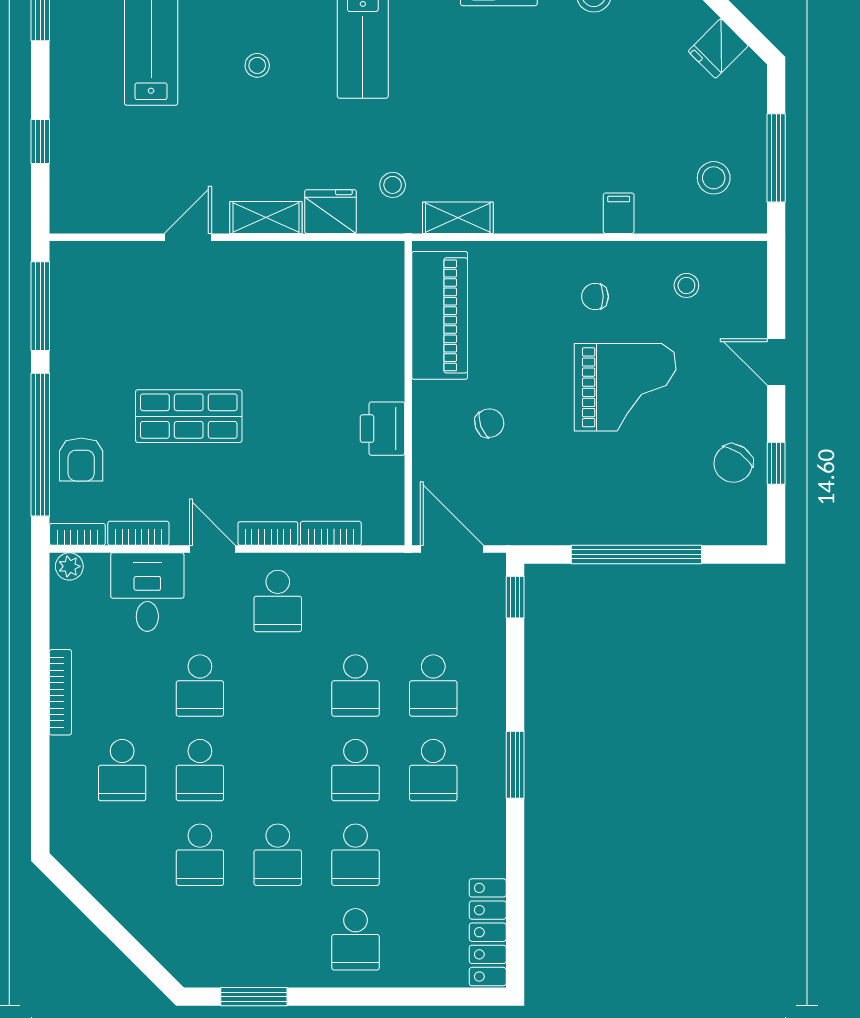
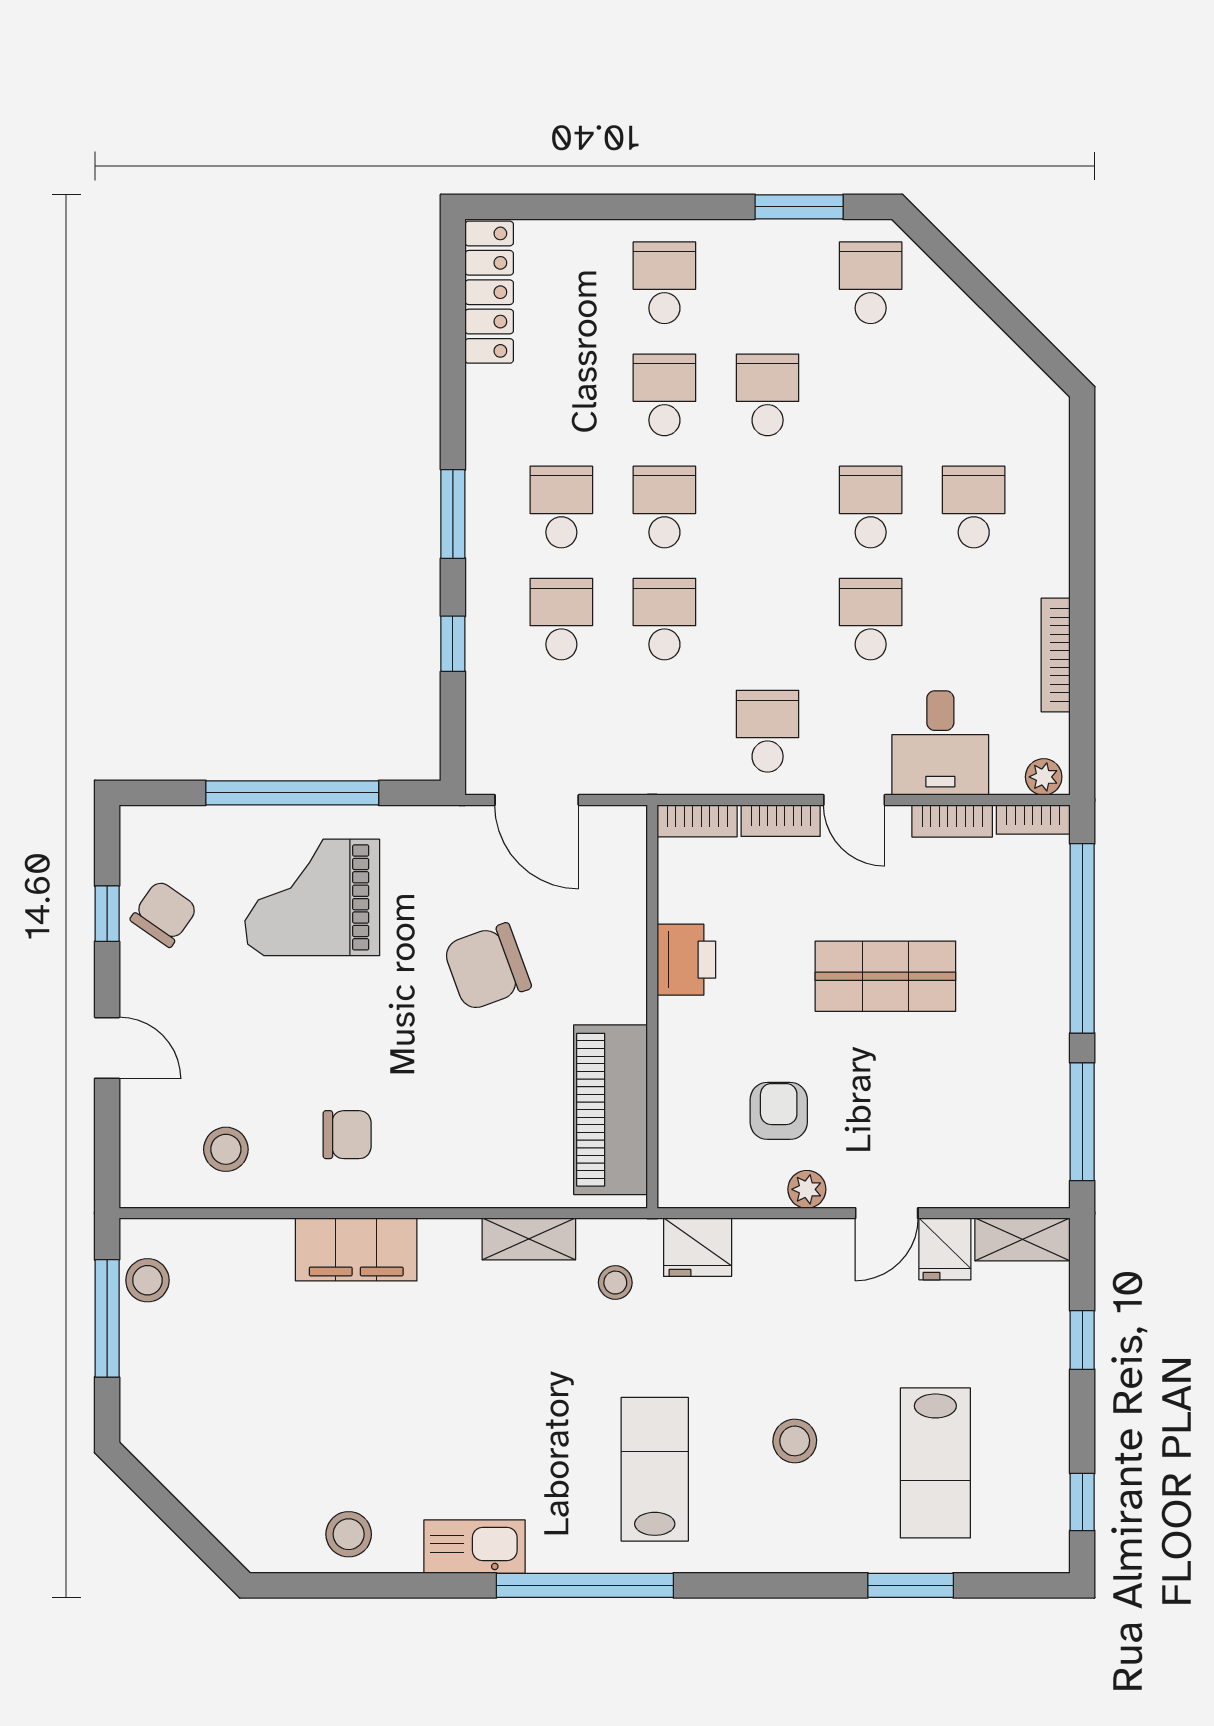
fridge: (718, 48) -> (945, 1249), moved, turned 135
stool: (257, 65) -> (795, 1441), width x1.37, depth x1.37
stool: (714, 178) -> (147, 1280), moved
filing cabinet: (619, 213) -> (356, 1249), width x3.00, depth x1.17
shelving: (266, 217) -> (1022, 1239), moved
plant: (248, 255) -> (807, 1189), added
stool: (686, 285) -> (226, 1149), width x1.37, depth x1.37
chair: (595, 297) -> (347, 1135), width x1.37, depth x1.37
piano: (440, 315) -> (611, 1110), moved
grand piano: (625, 387) -> (312, 897), moved
wall: (408, 393) -> (652, 1007), moved
chair: (489, 423) -> (487, 967), width x1.87, depth x1.87
printer: (382, 429) -> (686, 960), moved
armchair: (81, 460) -> (779, 1111), moved
window: (515, 597) -> (453, 644), moved
bookcase: (60, 692) -> (1056, 655), moved
school desk: (200, 855) -> (871, 283), moved

